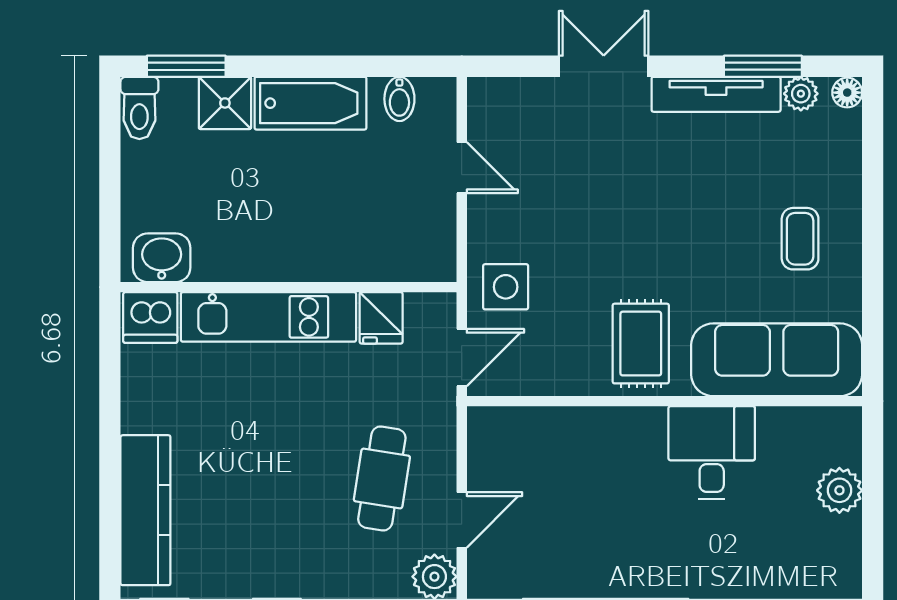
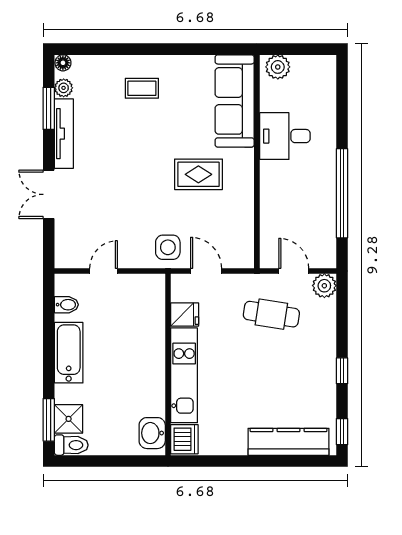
shower: (225, 103) -> (69, 419), moved
sofa: (777, 360) -> (235, 101), moved
wall: (664, 401) -> (257, 162), moved
desk: (712, 453) -> (285, 136), moved

